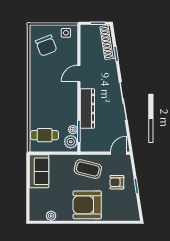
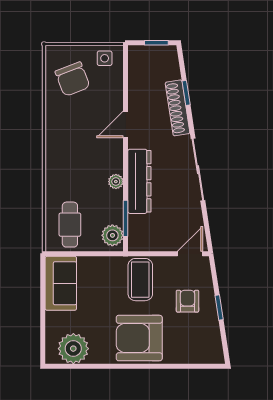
shoe rack: (108, 42) -> (178, 108), moved
plant: (73, 130) -> (116, 182), moved
cafe table: (45, 135) -> (70, 225), turned 90
coffee table: (88, 169) -> (140, 280), turned 76
armchair: (117, 182) -> (187, 301), turned 90
plant: (51, 216) -> (73, 349), width x1.88, depth x1.88

